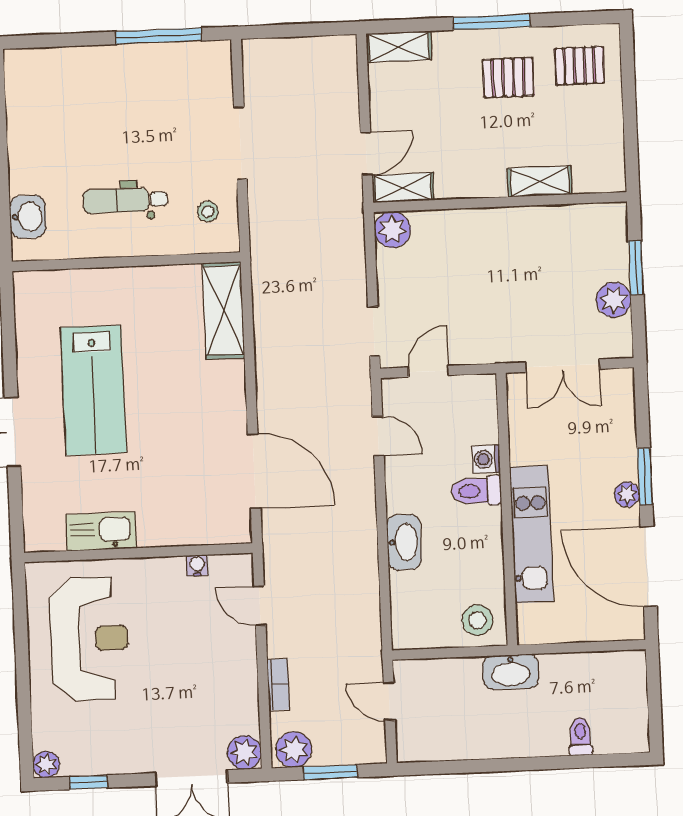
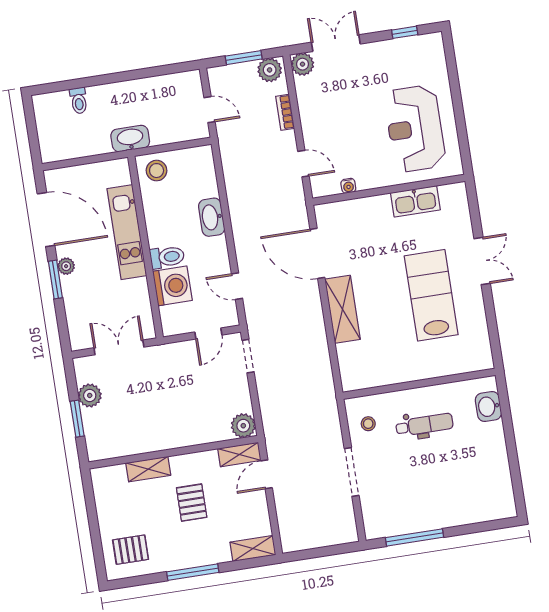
pallet: (508, 78) -> (192, 503), moved, turned 90
shelving: (223, 310) -> (342, 309), moved
washing machine: (486, 459) -> (172, 286), width x1.89, depth x1.89
plant: (46, 764) -> (434, 41), removed

